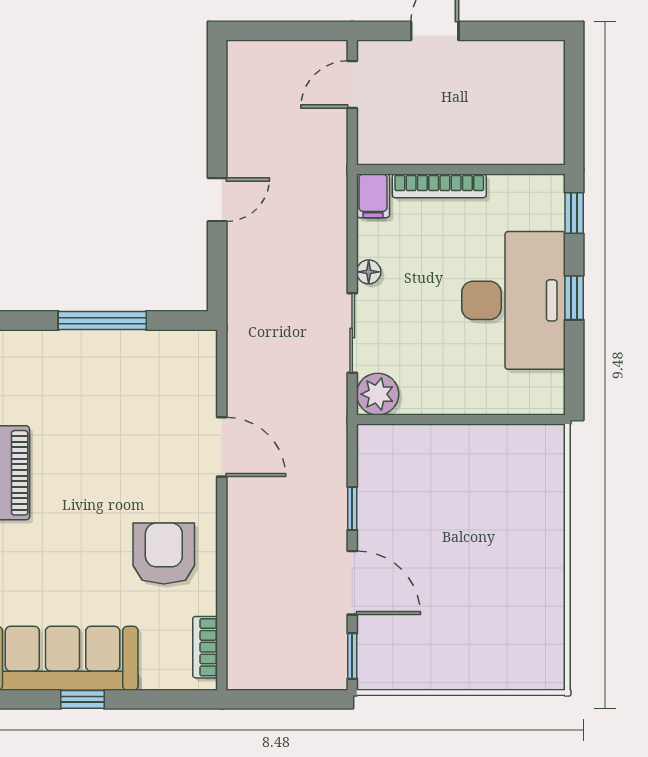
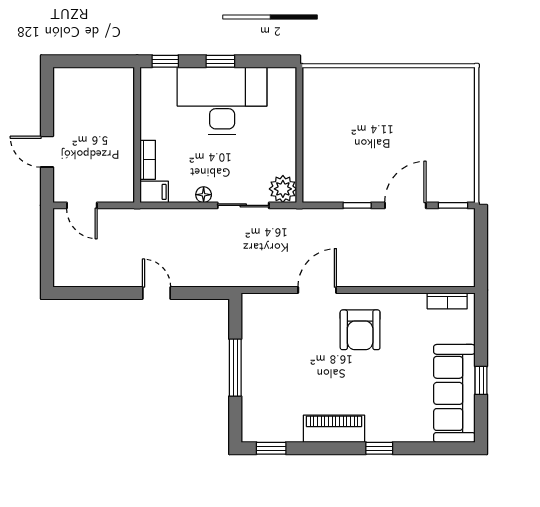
bookcase: (439, 186) -> (148, 160), width x0.64
armchair: (164, 554) -> (360, 330), moved, turned -90

